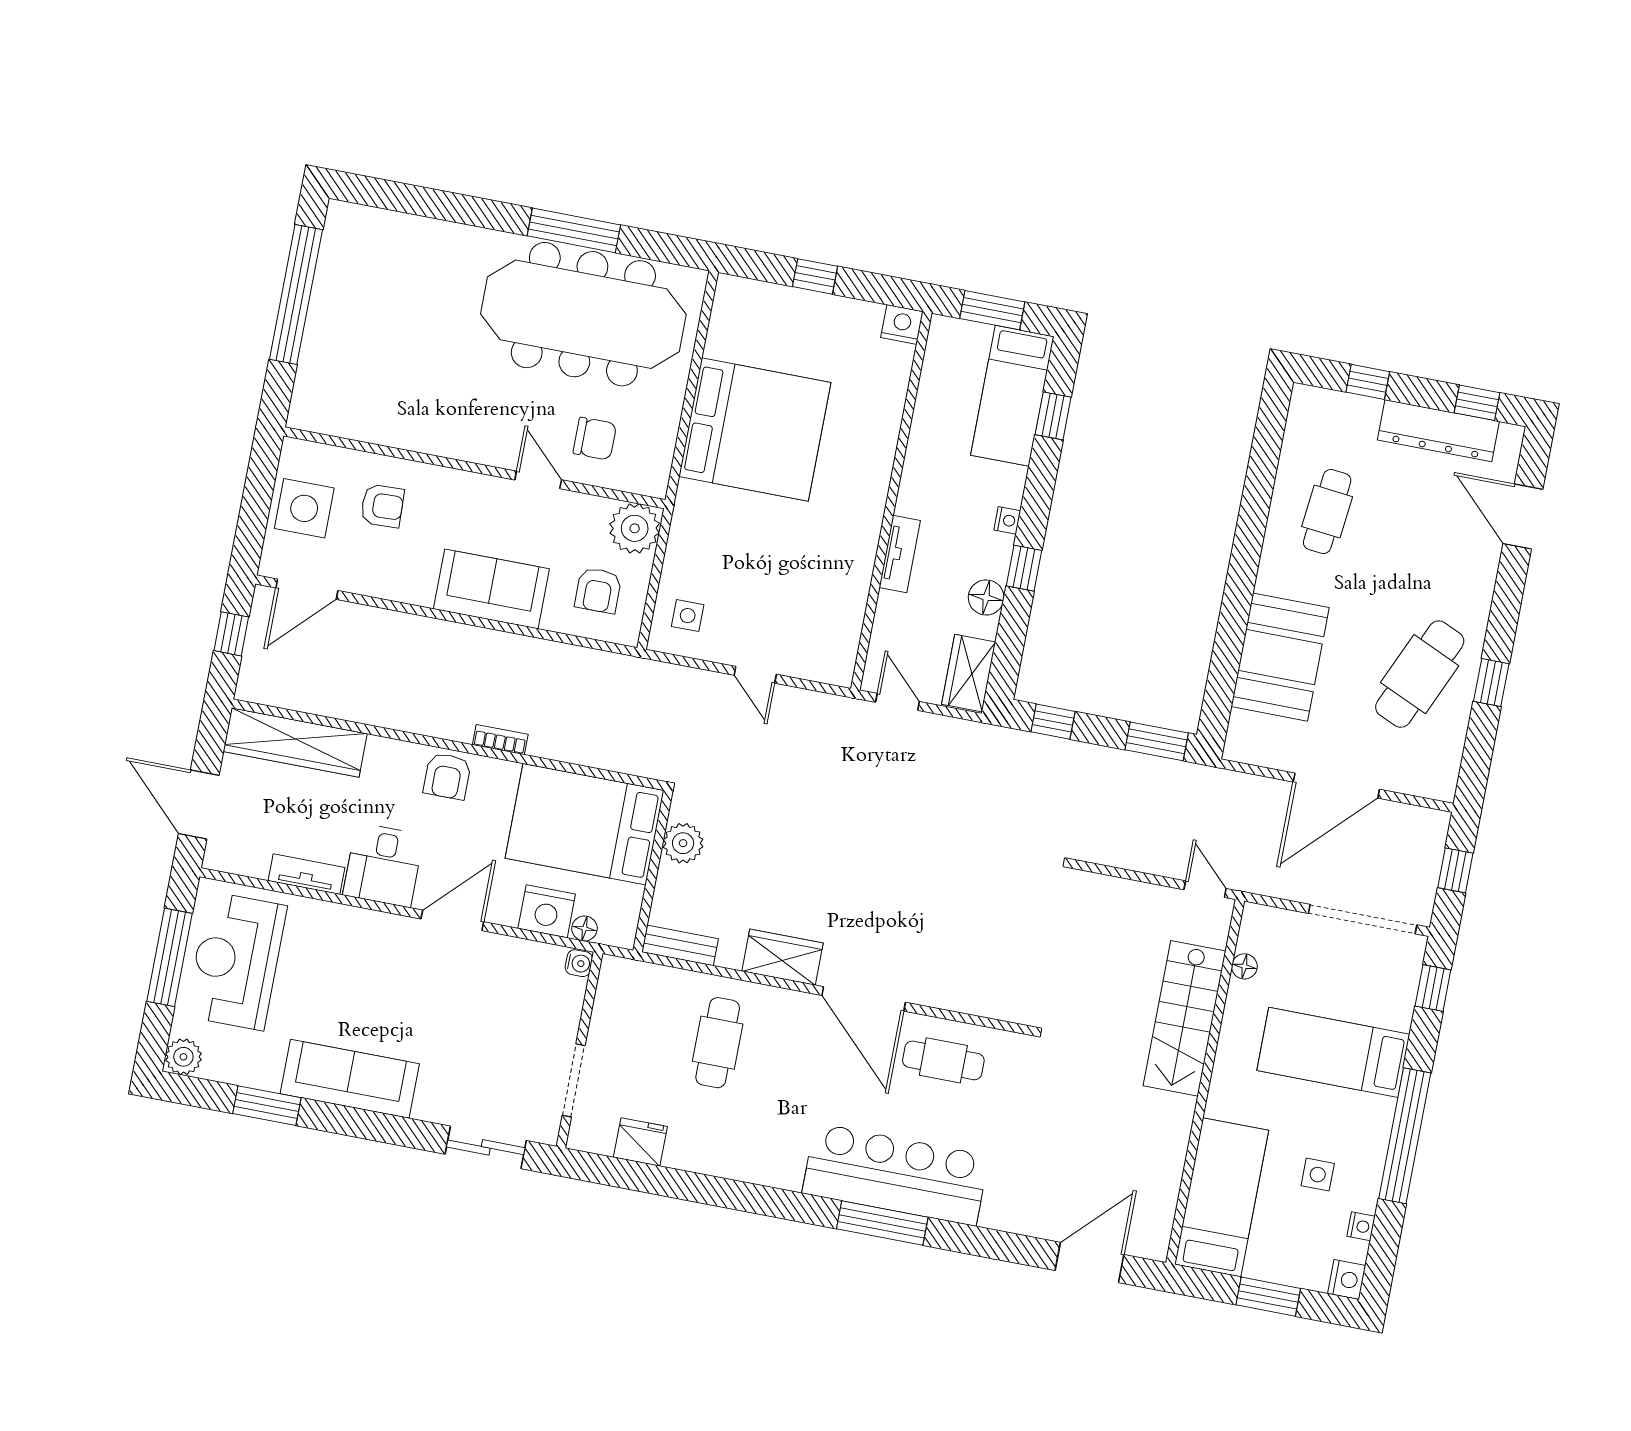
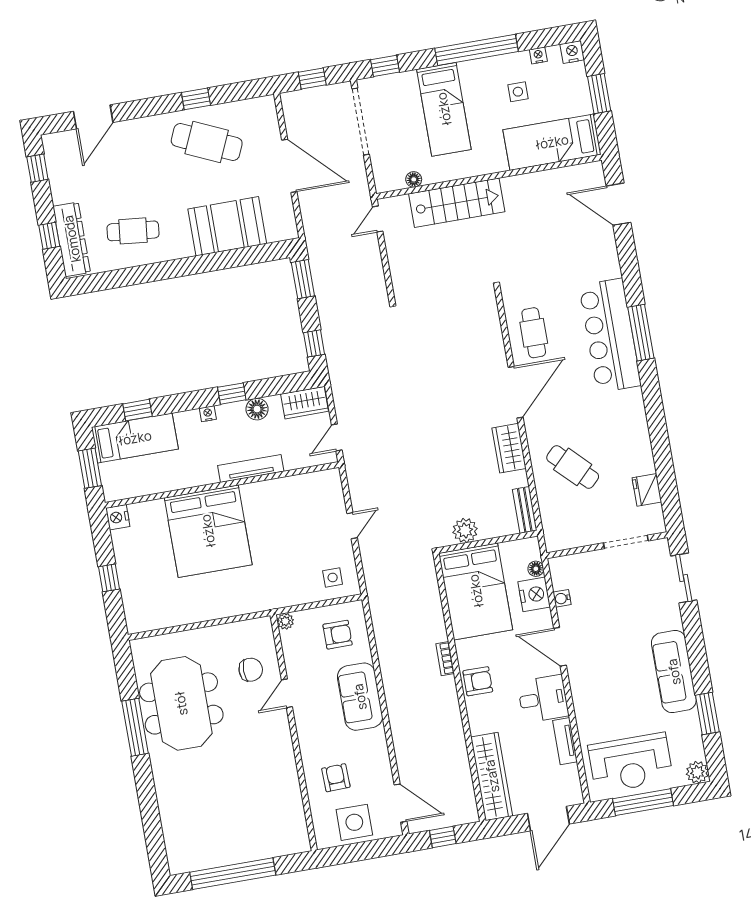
meeting table: (583, 314) -> (181, 703), width x0.73
bed: (755, 430) -> (208, 531), moved, turned 180
dresser: (1438, 431) -> (72, 239), moved
chair: (595, 439) -> (251, 670), turned 90
plant: (635, 528) -> (285, 621), width x0.53, depth x0.53
tv unit: (900, 554) -> (251, 468), width x1.41
water cooler: (579, 963) -> (562, 598), moved, turned -90
cafe table: (718, 1043) -> (573, 467), turned 45

